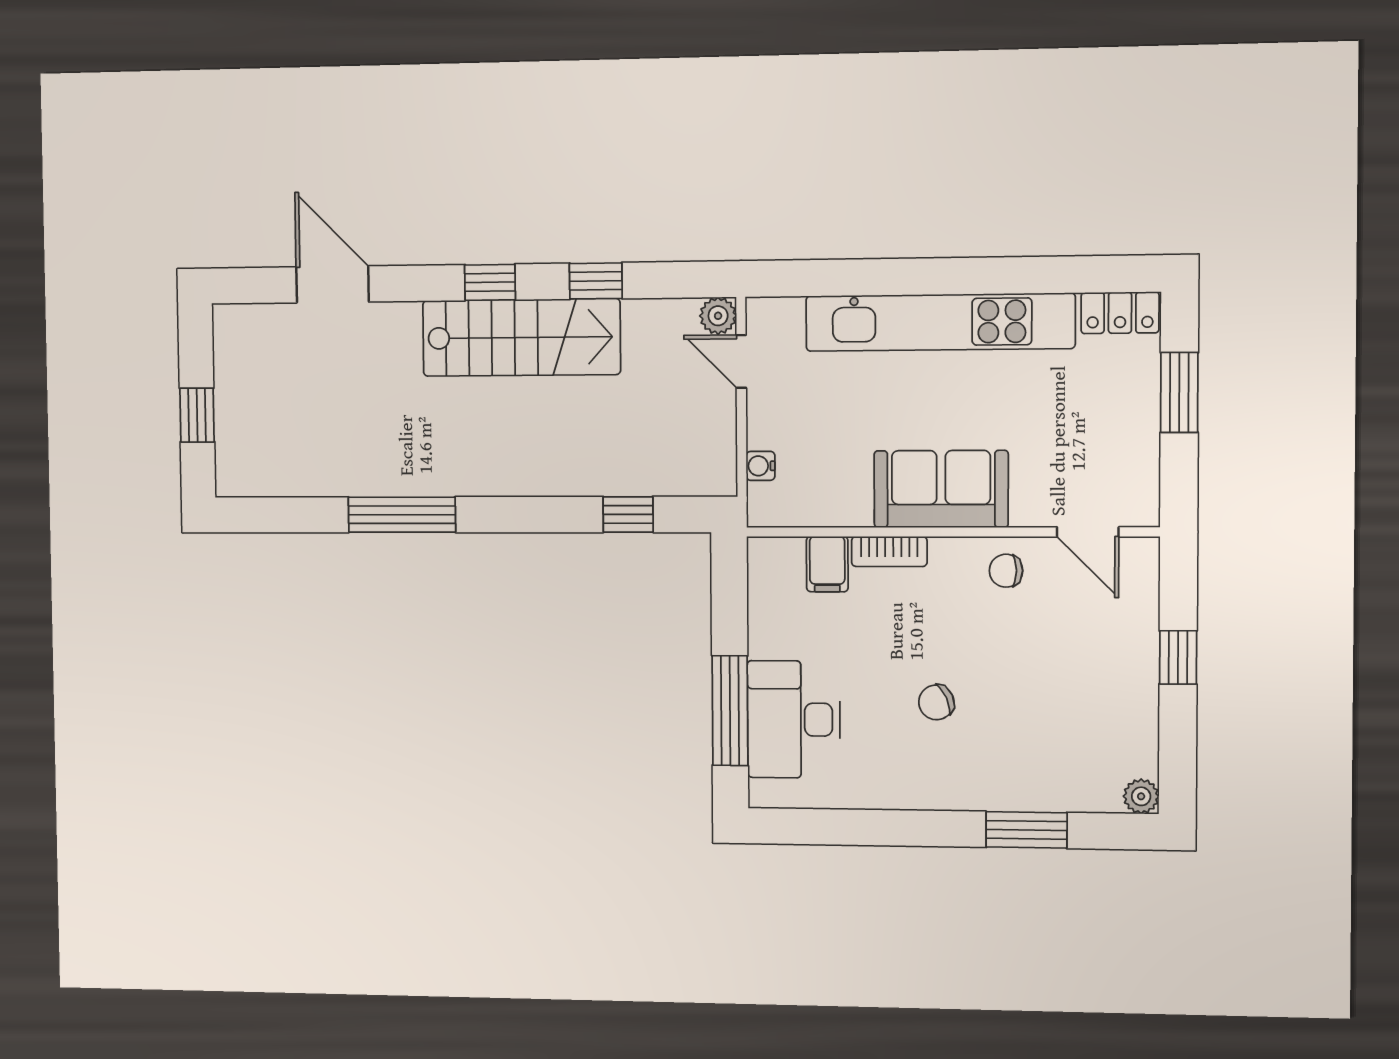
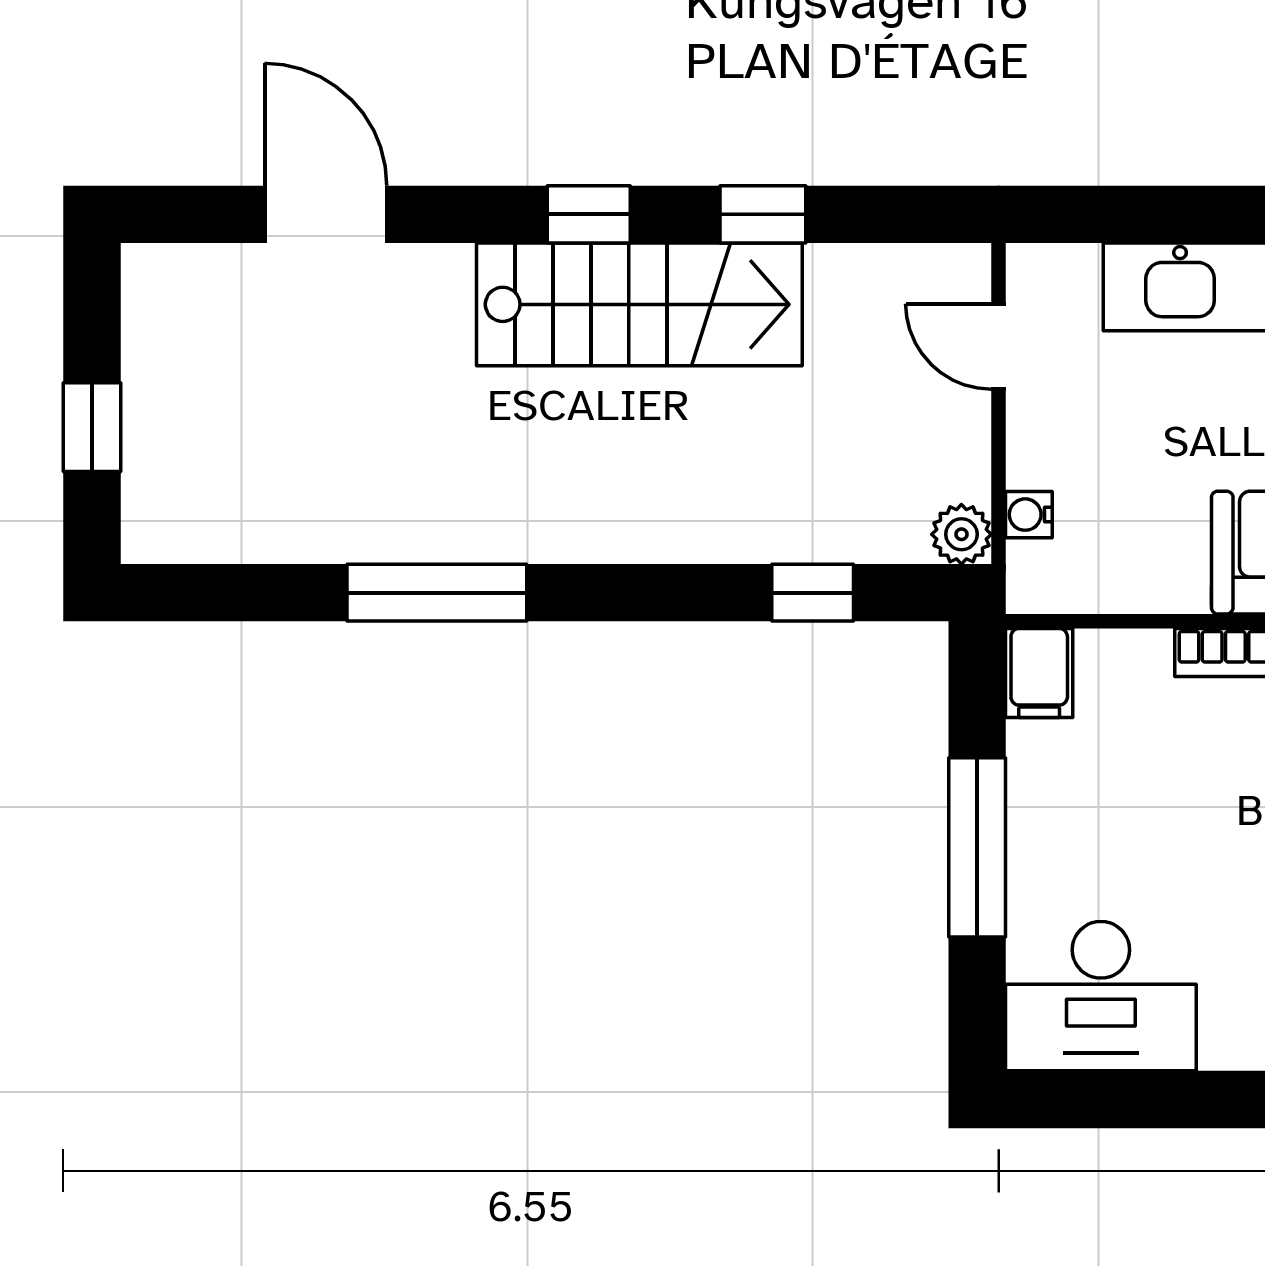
plant: (718, 316) -> (961, 534), moved
filing cabinet: (827, 564) -> (1039, 673), moved
window: (730, 711) -> (977, 847), moved
desk: (794, 719) -> (1101, 996), moved, turned -90

